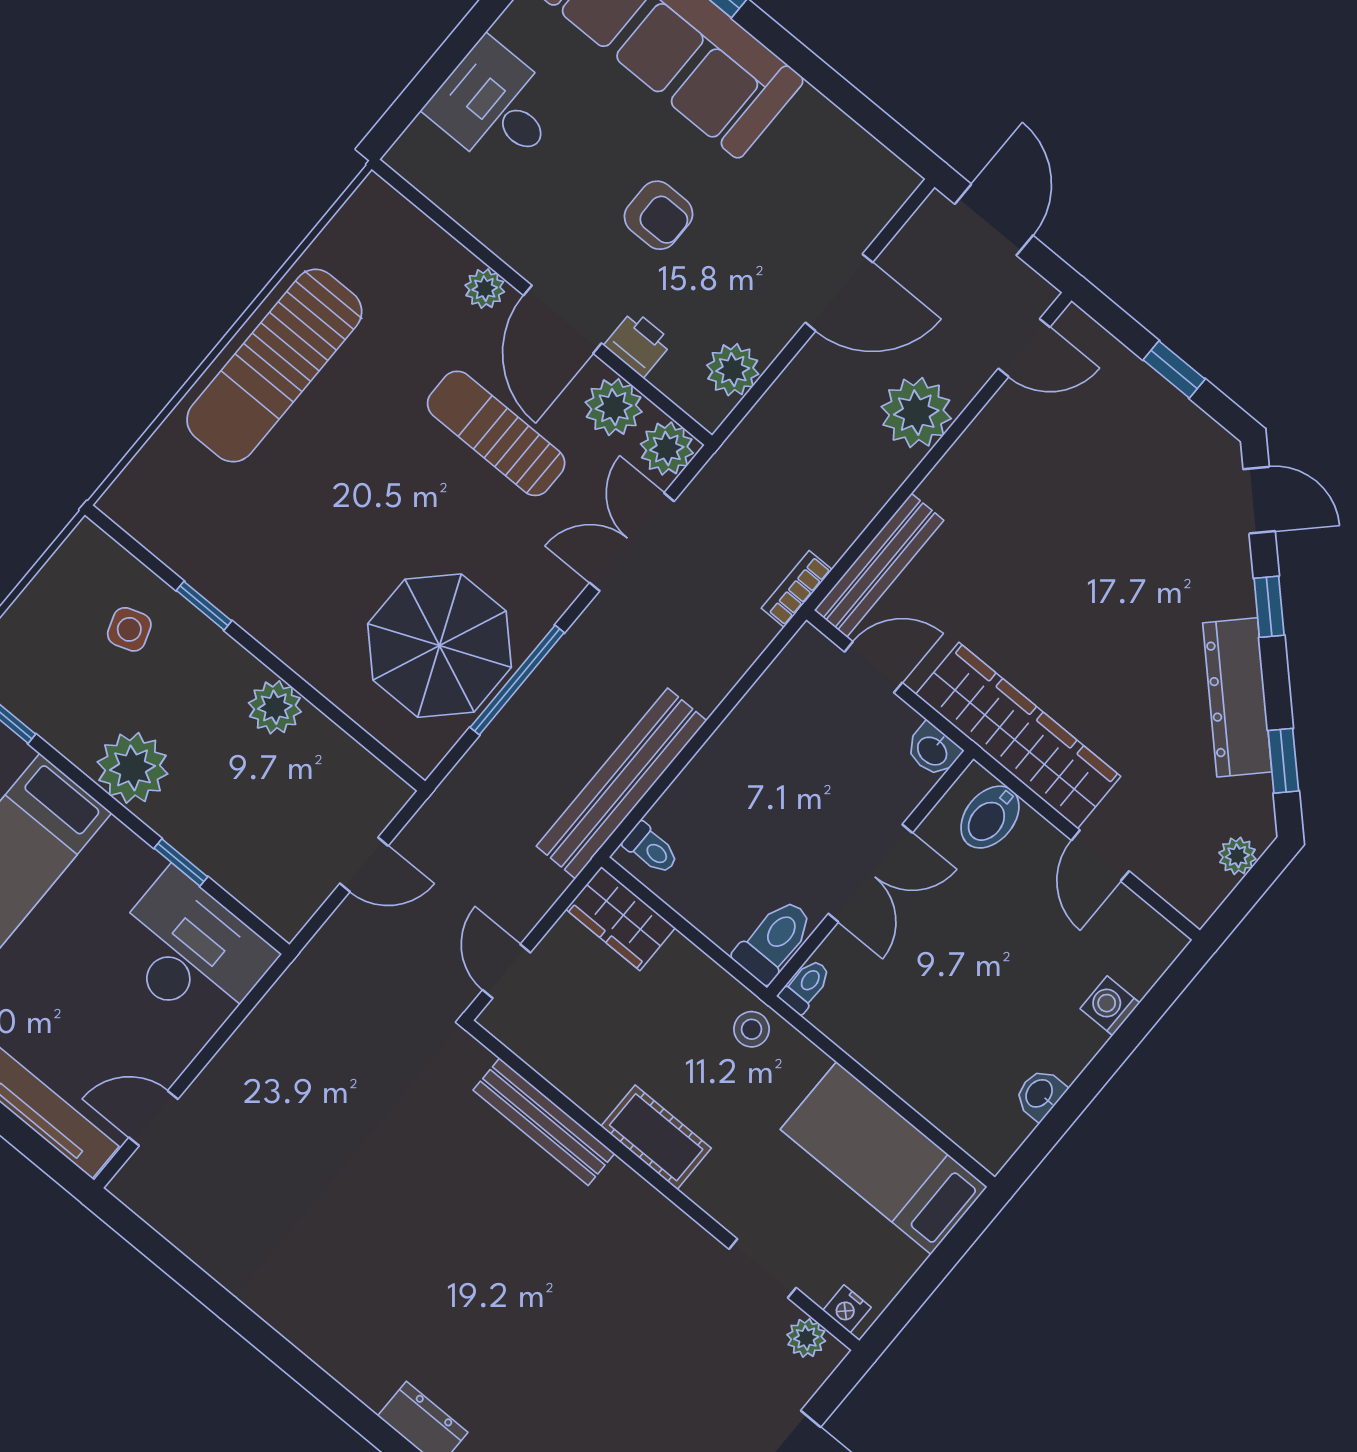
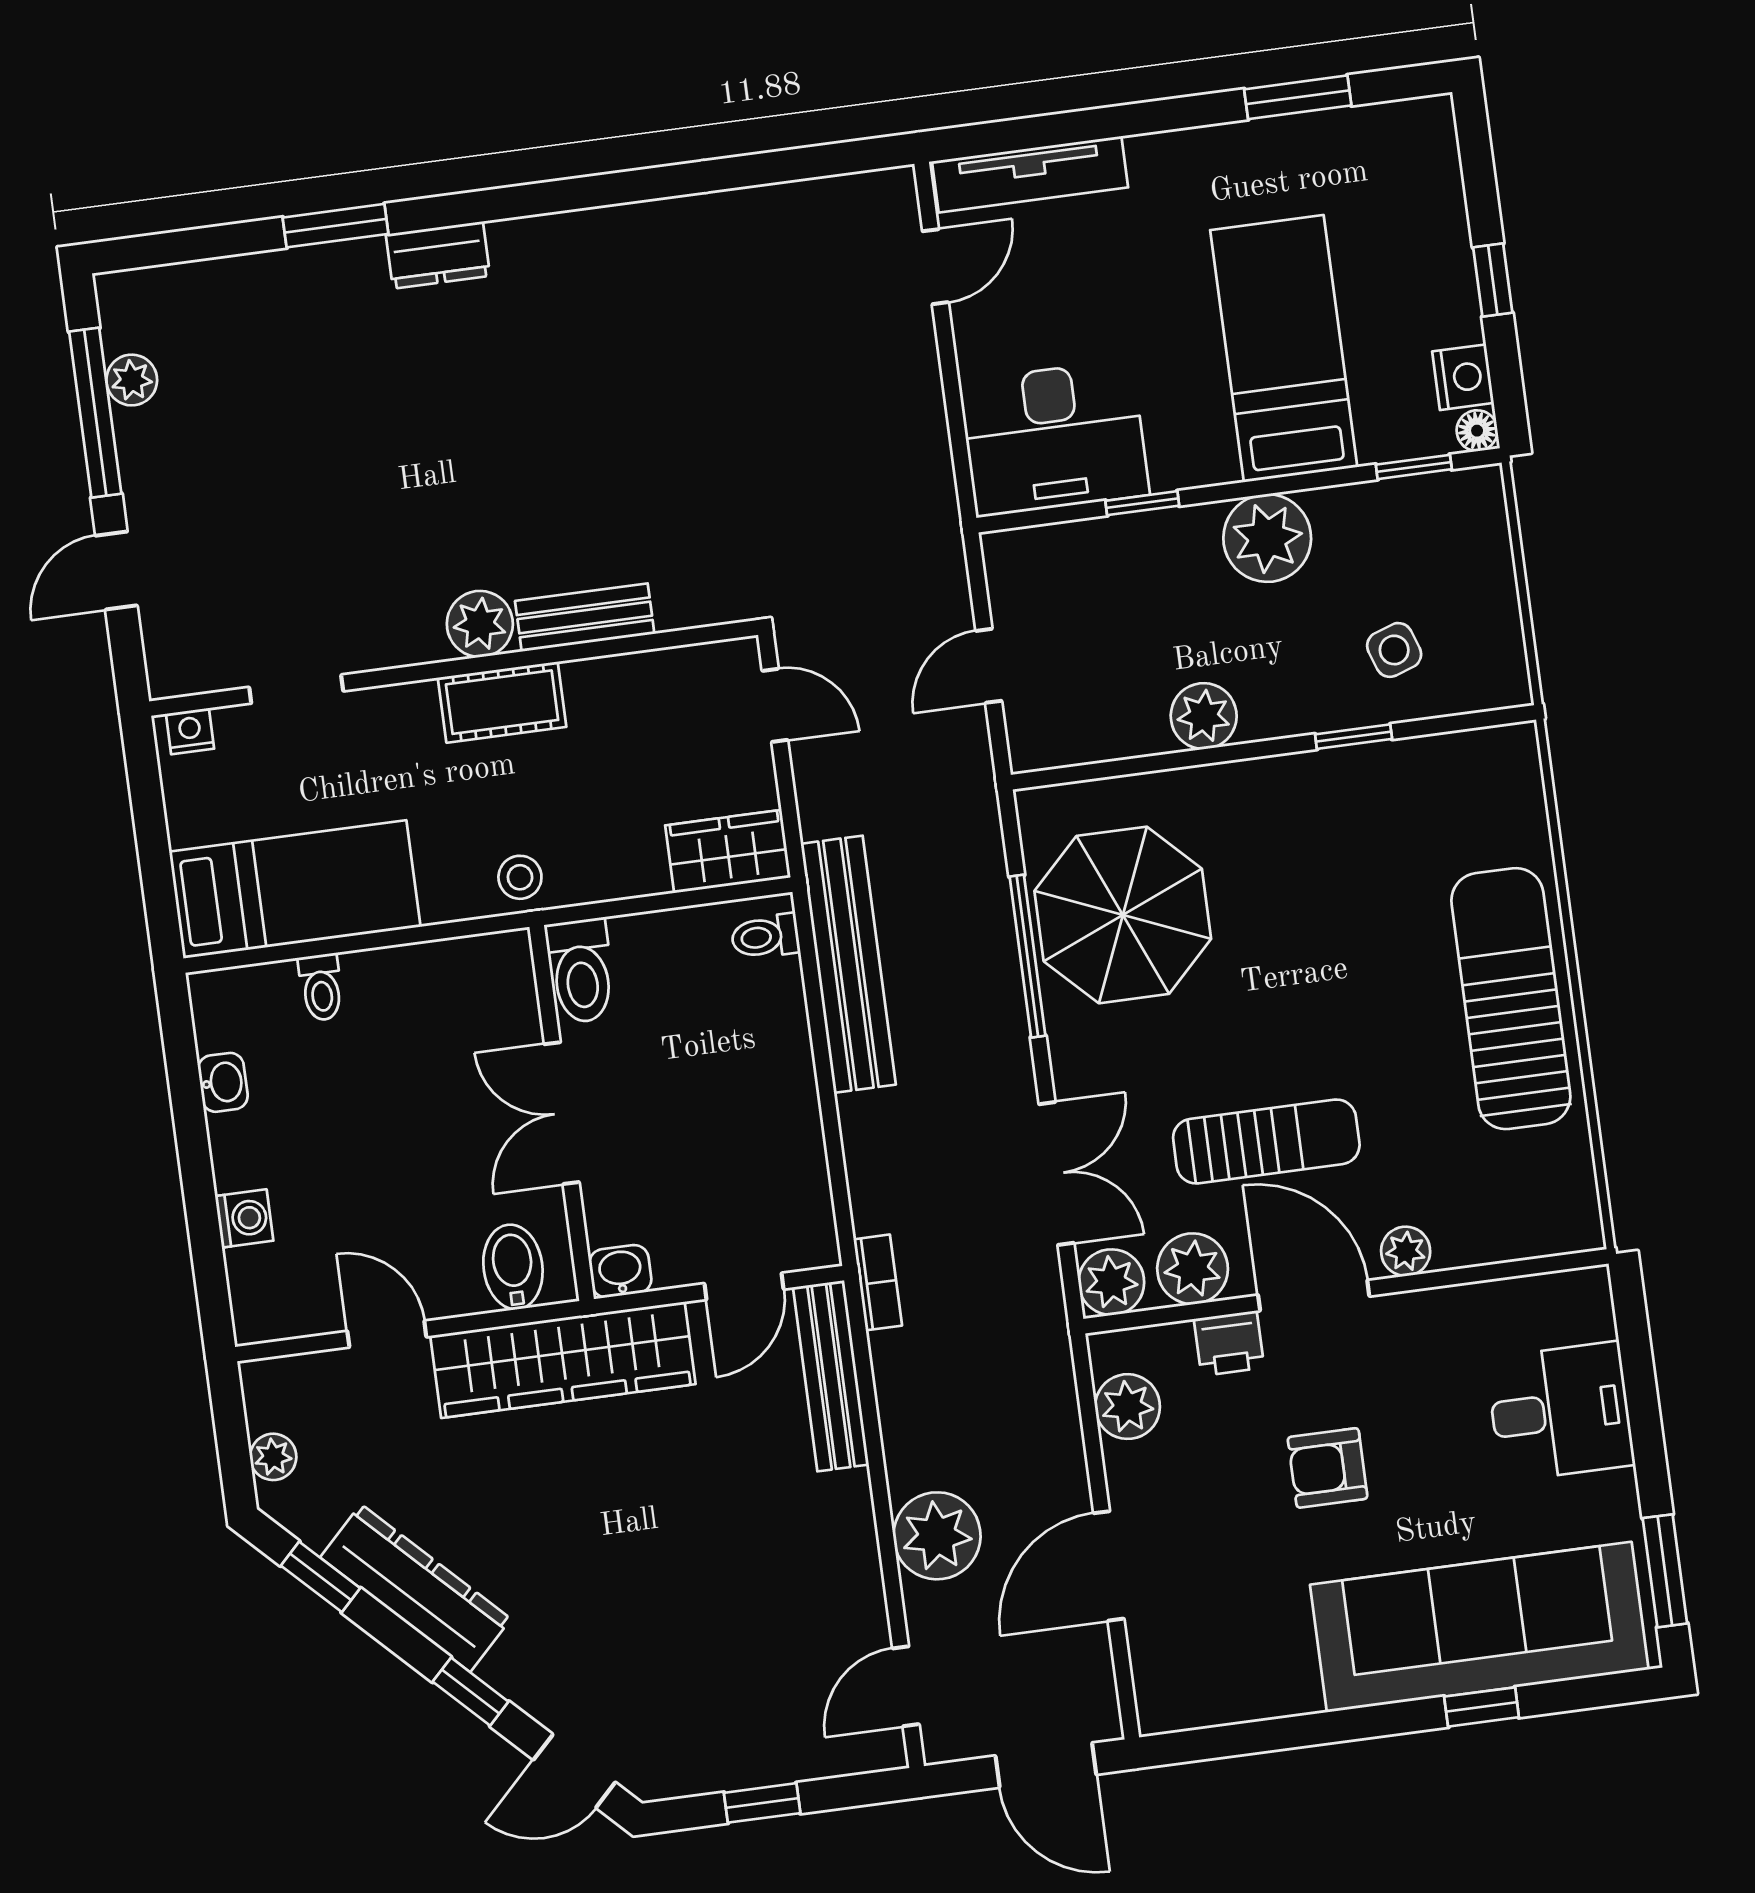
toilet: (806, 986) -> (321, 987), moved
bench: (544, 1122) -> (585, 617), width x0.73
plant: (806, 1338) -> (480, 624), moved, width x1.38, depth x1.38

